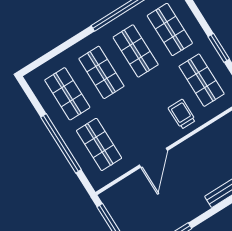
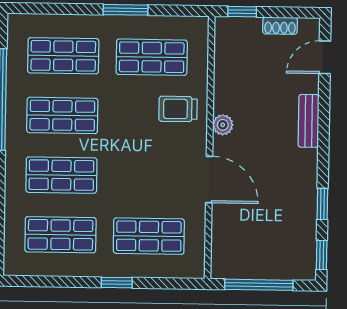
window: (61, 143) -> (117, 283), width x0.32
plant: (189, 145) -> (223, 125), added

